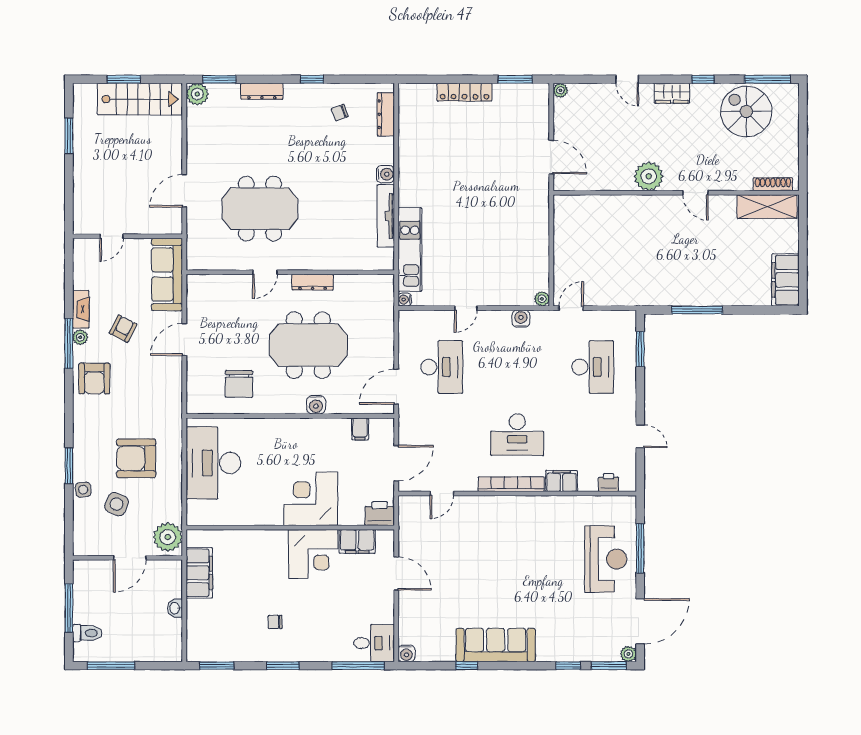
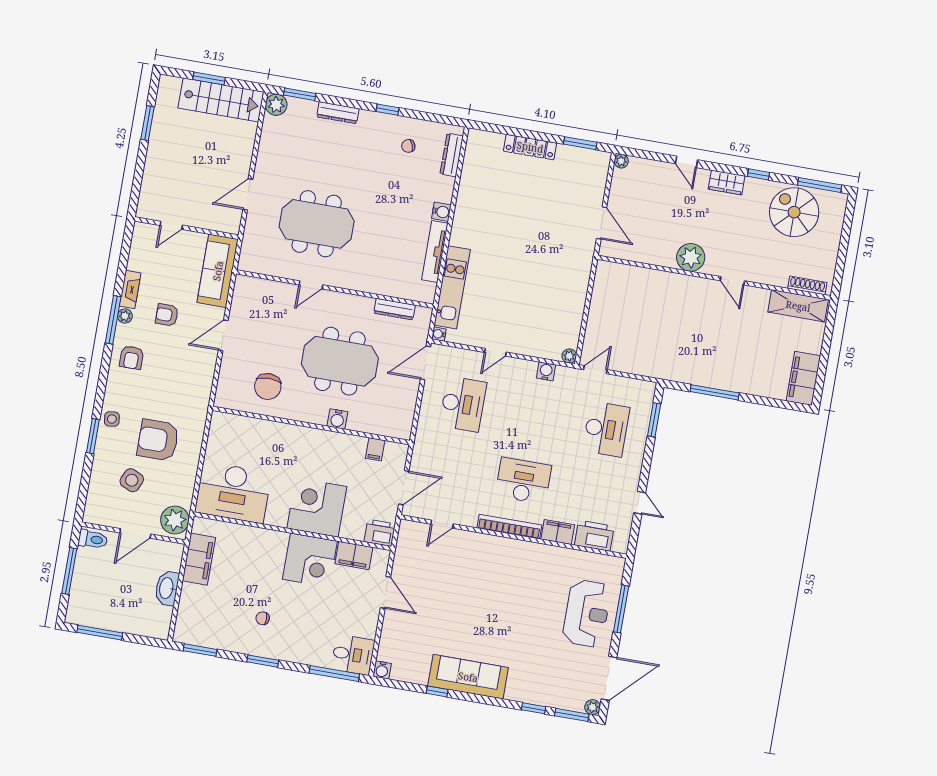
dresser: (313, 282) -> (395, 309), moved
armchair: (123, 329) -> (167, 315), turned -117
armchair: (94, 379) -> (131, 358), width x0.72, depth x0.72
door: (396, 387) -> (426, 363), moved
desk: (517, 435) -> (523, 481), turned 180
desk: (213, 463) -> (233, 493), moved, turned -90
printer: (608, 483) -> (594, 536), width x1.87, depth x1.48
side table: (83, 490) -> (112, 419), moved
washbasin: (175, 608) -> (167, 588), width x1.91, depth x1.45
toilet: (87, 633) -> (93, 539), moved

